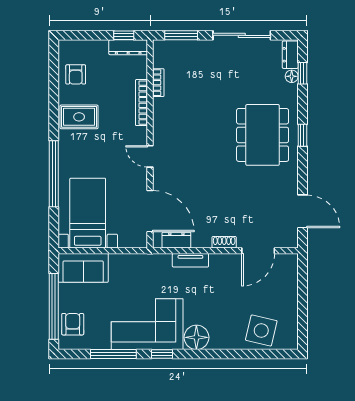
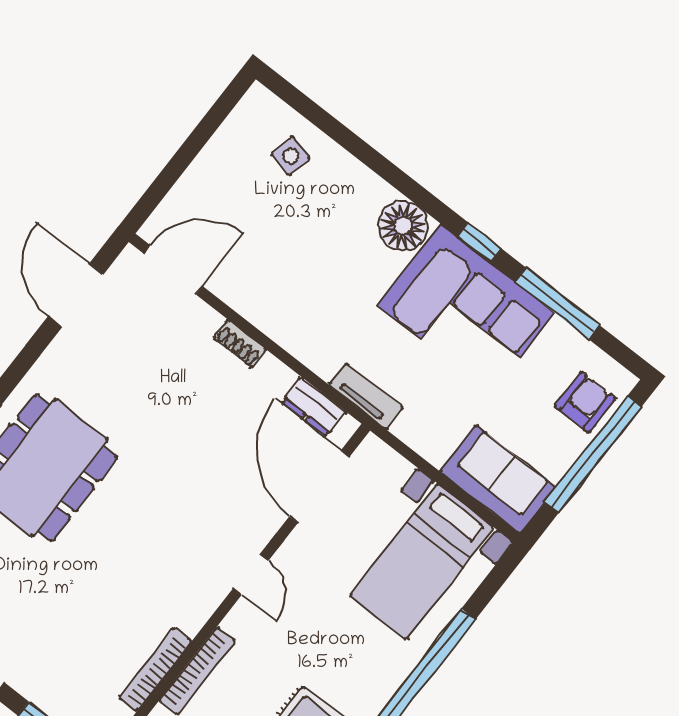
bookcase: (158, 83) -> (155, 669), width x1.56
door: (258, 251) -> (173, 270), moved
tv unit: (190, 260) -> (366, 396), moved
armchair: (73, 324) -> (585, 402), turned 180
side table: (261, 330) -> (291, 156), width x0.54, depth x0.54

